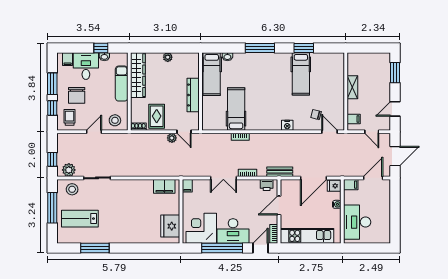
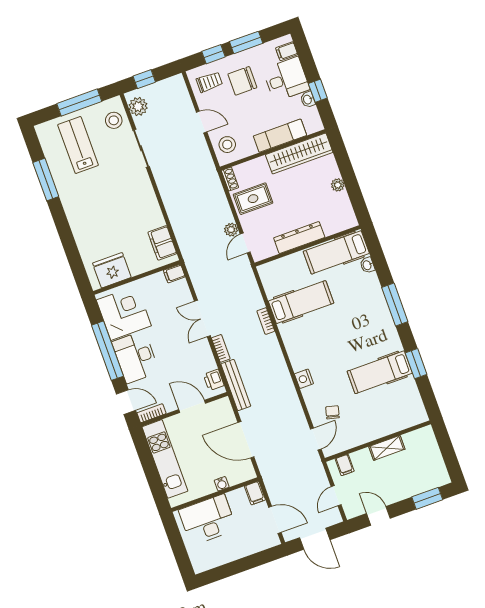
bench: (280, 172) -> (236, 385), width x1.36
fridge: (334, 186) -> (245, 471), removed

